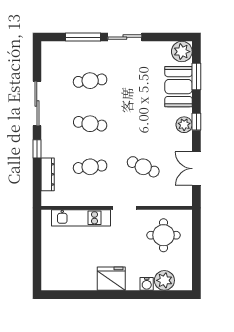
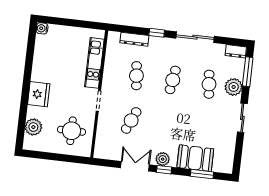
window: (83, 37) -> (248, 72), moved
plant: (182, 52) -> (234, 87), moved
dresser: (48, 54) -> (236, 51), added
double door: (196, 169) -> (135, 166), moved
fridge: (111, 279) -> (39, 94), moved
water cooler: (147, 284) -> (42, 28), moved

